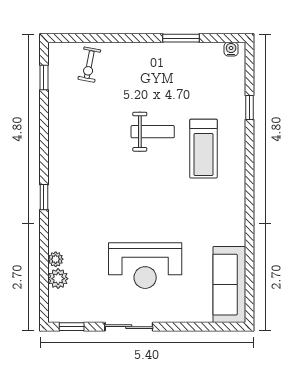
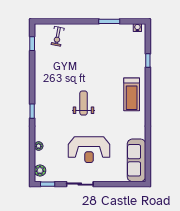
weight bench: (153, 132) -> (84, 103), moved, turned -90
treadmill: (204, 149) -> (132, 94), moved
plant: (58, 279) -> (40, 170), moved

